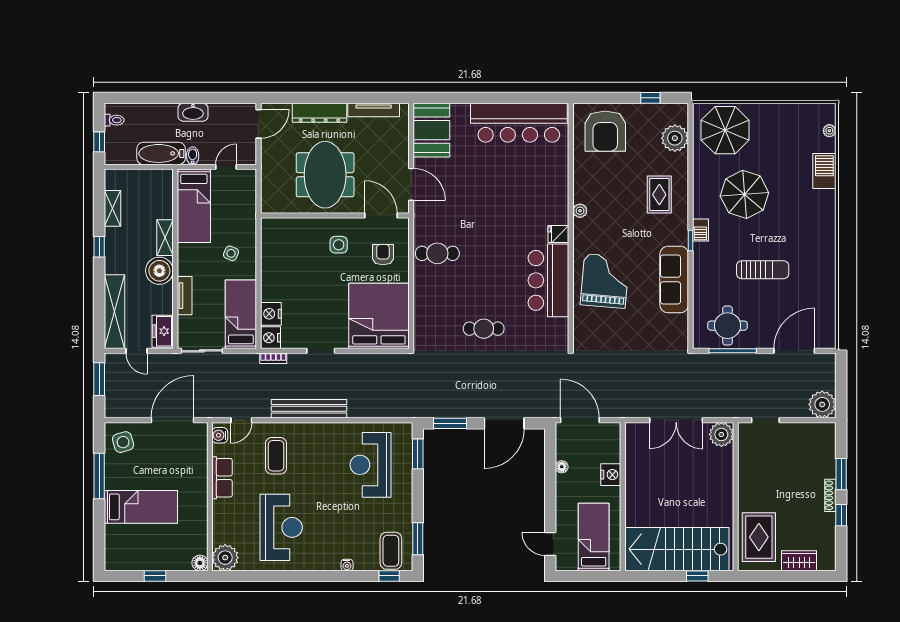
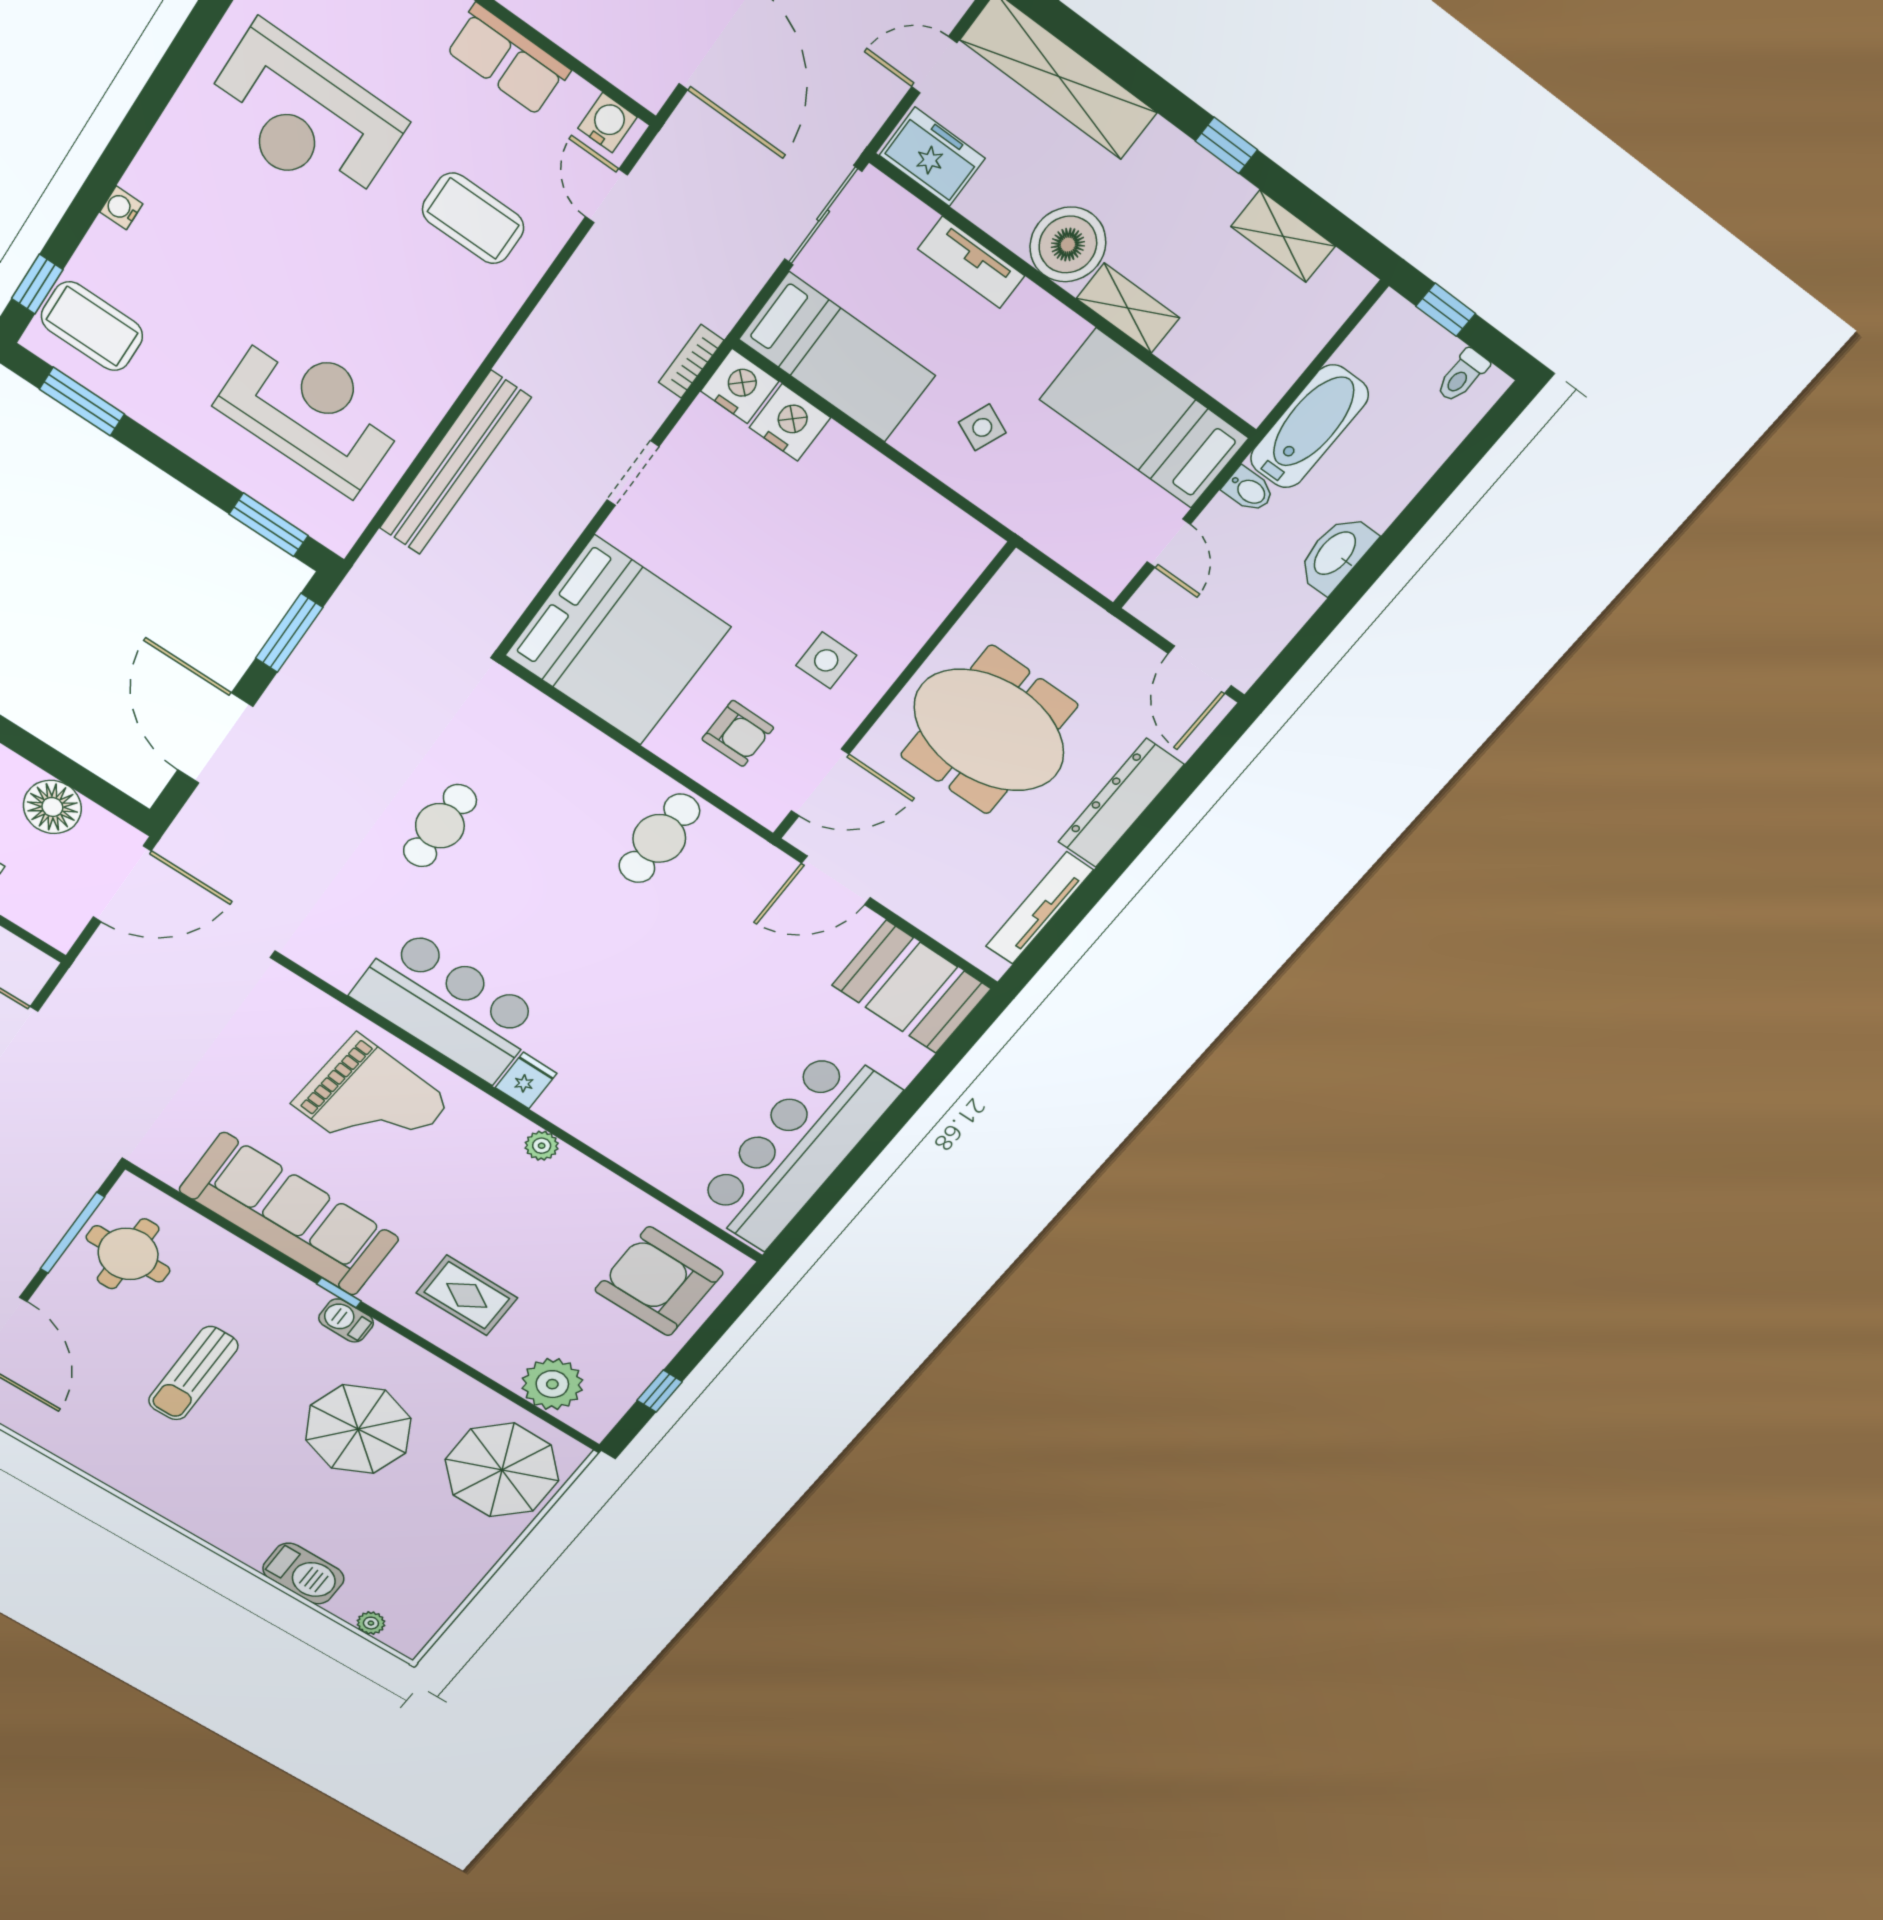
sofa: (674, 279) -> (289, 1214), width x1.36, depth x1.27
bench: (309, 409) -> (455, 463), moved
floor lamp: (562, 467) -> (52, 807), width x1.89, depth x1.89

